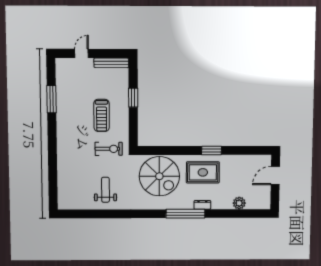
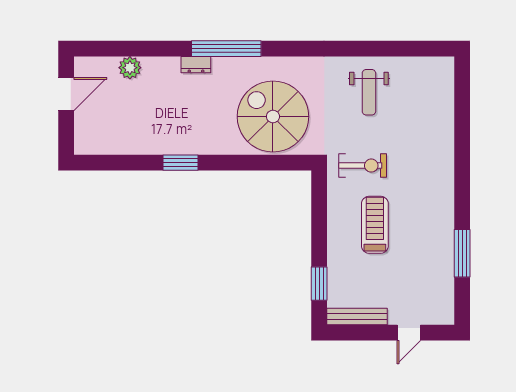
window: (133, 98) -> (319, 284), moved
exercise bike: (109, 149) -> (363, 166), turned 180
rug: (203, 172) -> (196, 123), removed
door: (275, 175) -> (66, 94), moved

